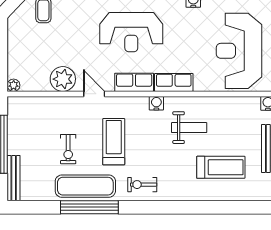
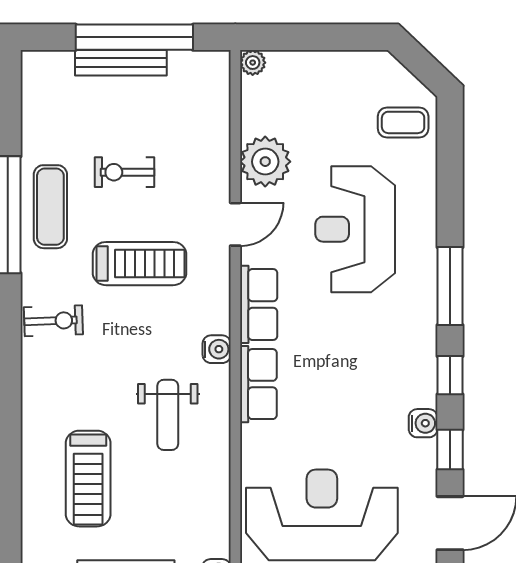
reception desk: (131, 32) -> (355, 229), moved
bench: (14, 178) -> (121, 63), moved
exercise bike: (142, 185) -> (53, 321), turned 88
exercise mat: (85, 186) -> (50, 207), width x0.73, depth x0.69

